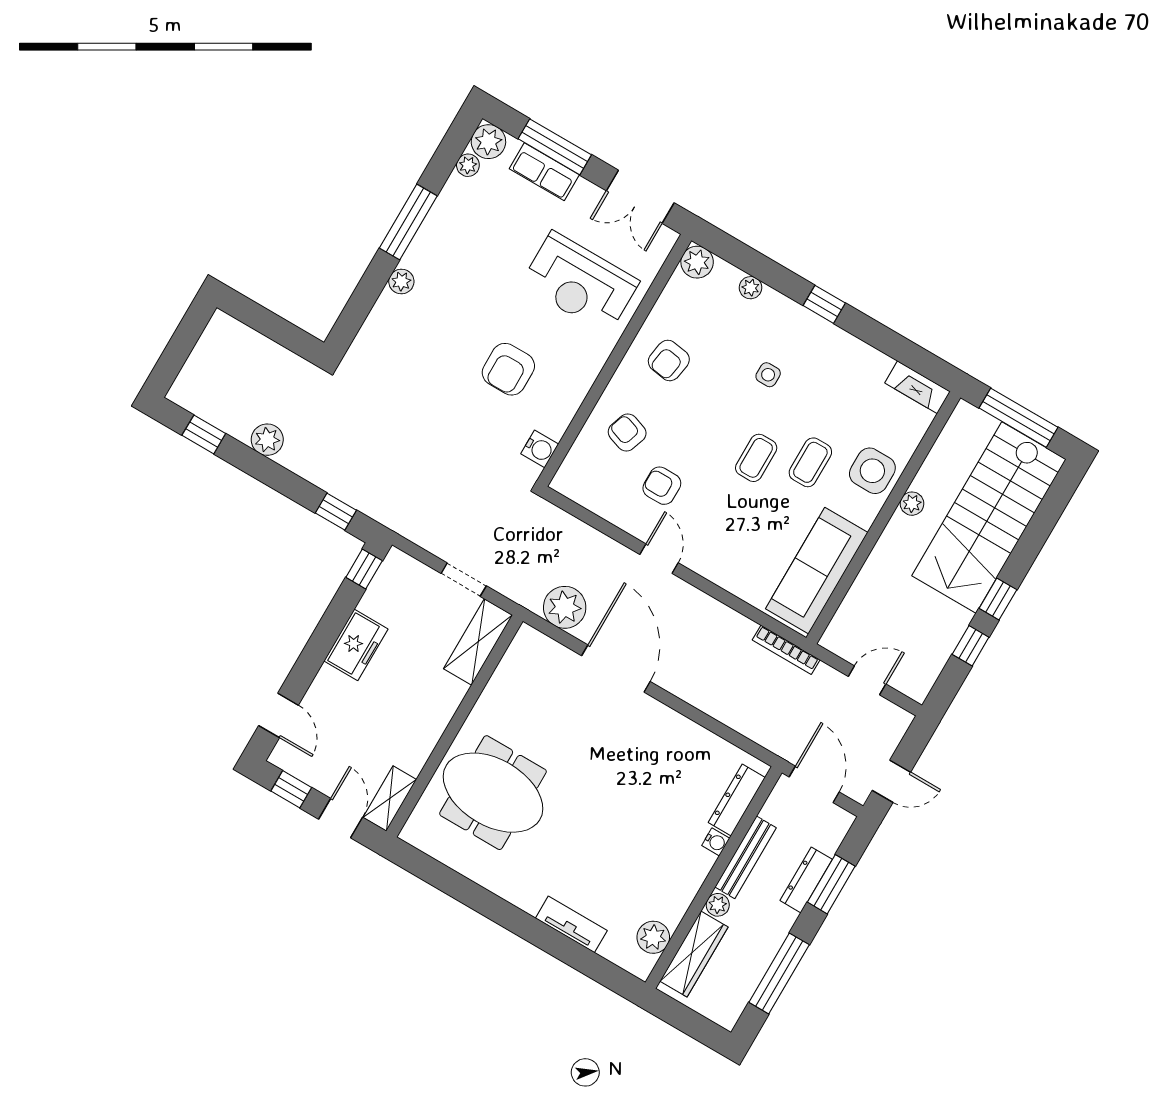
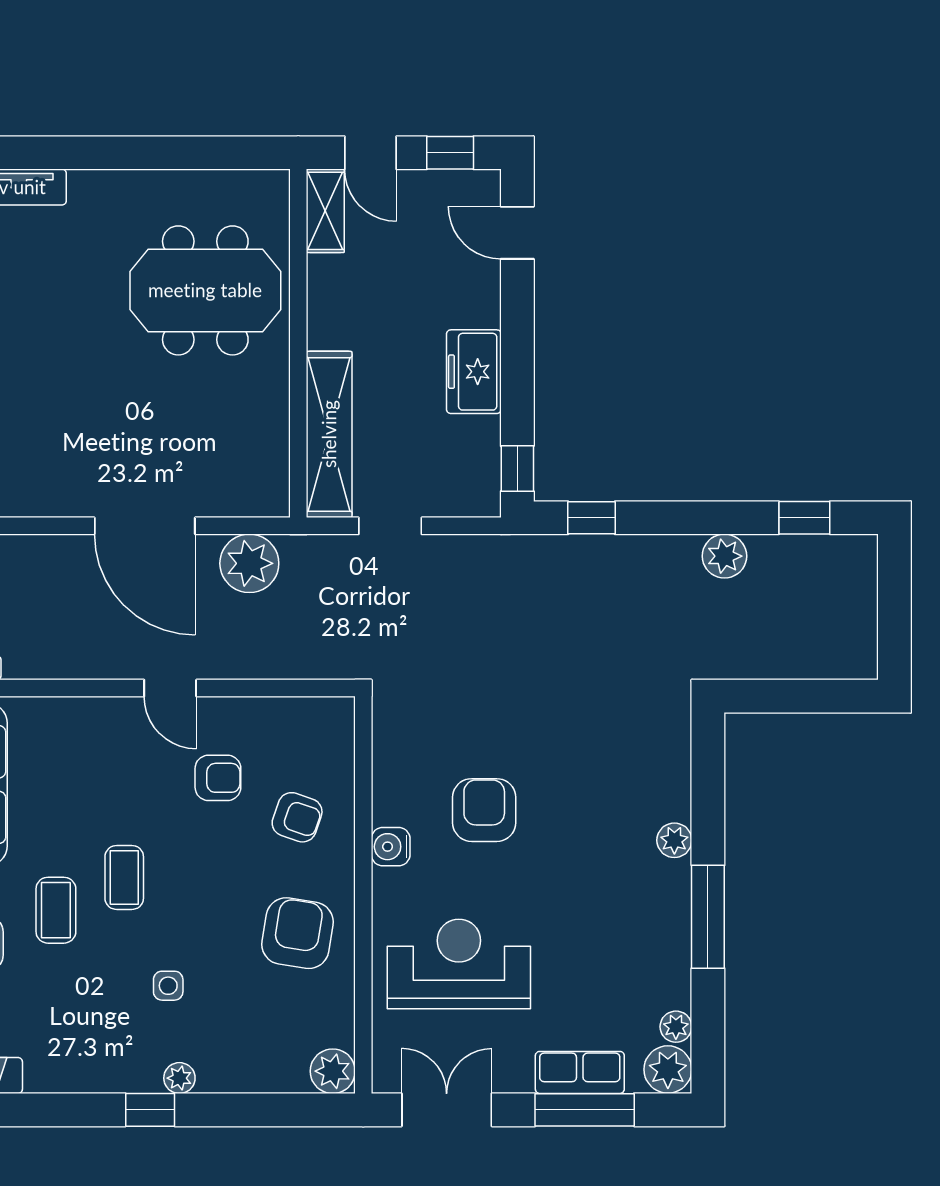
plant: (751, 288) -> (179, 1078), moved
armchair: (669, 360) -> (298, 933), width x1.38, depth x1.38
water cooler: (540, 449) -> (391, 847), moved
shelving: (478, 642) -> (329, 434), width x1.47

